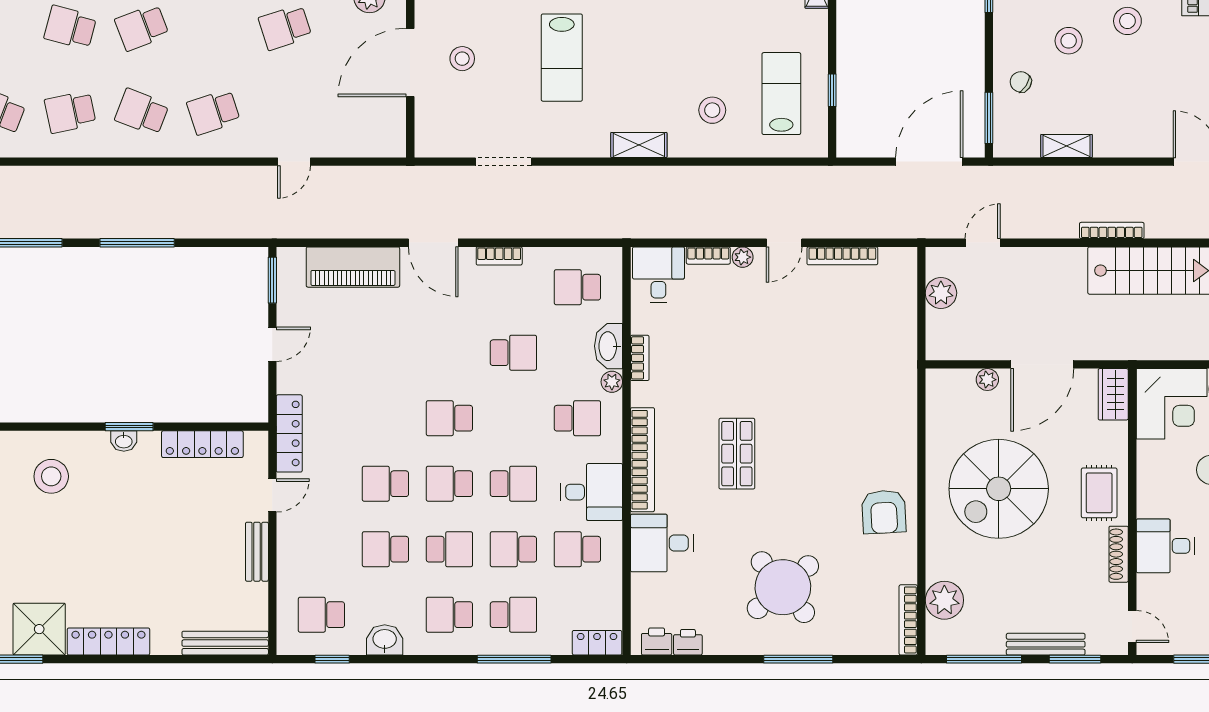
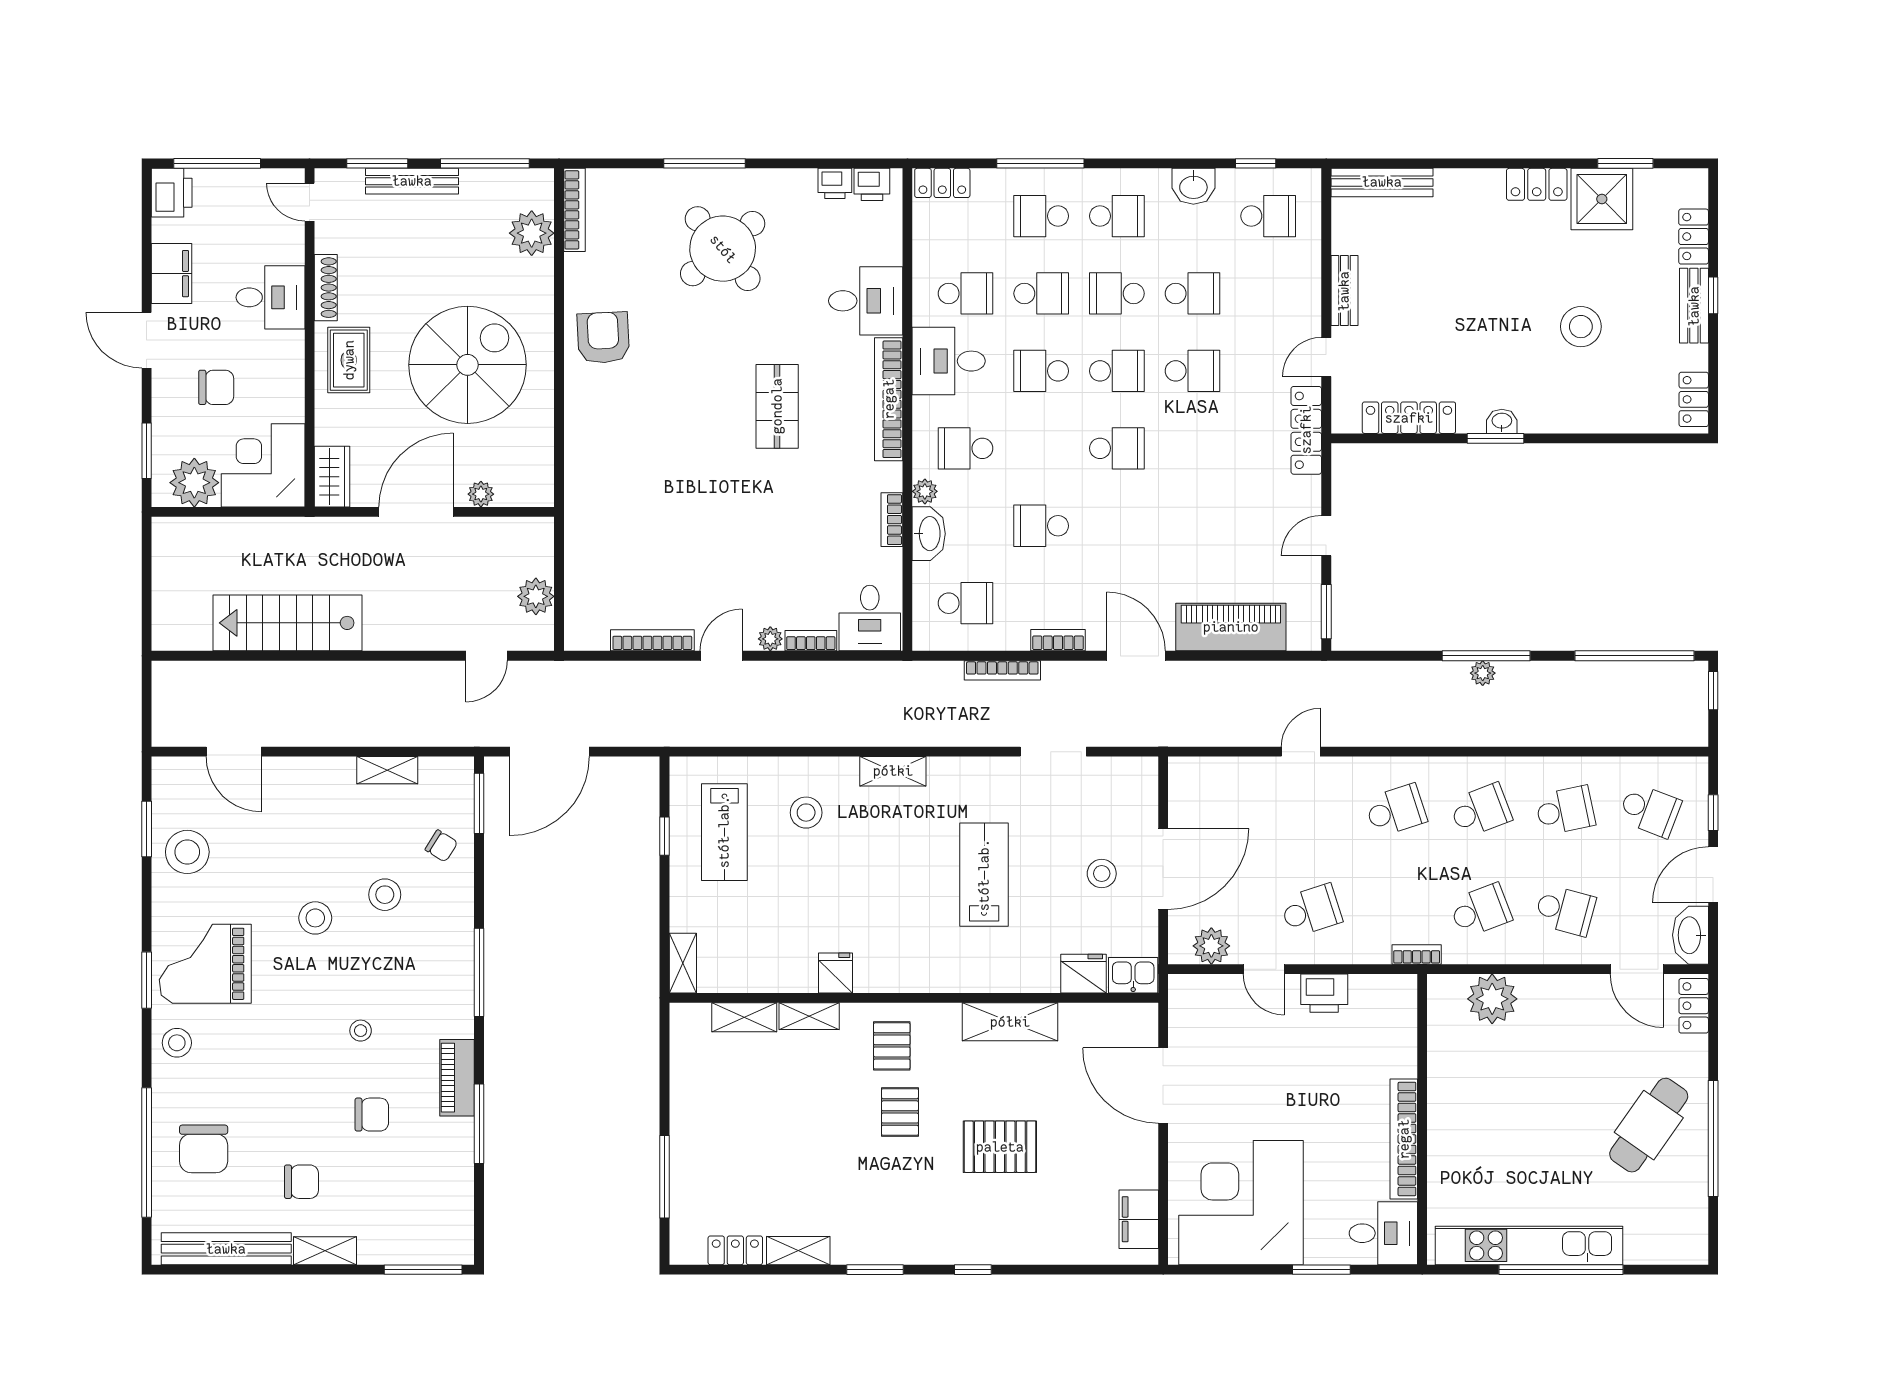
school desk: (142, 112) -> (1480, 810), turned -42
plant: (140, 228) -> (1483, 673), added
bookcase: (1112, 230) -> (1002, 670), moved
stool: (51, 476) -> (1581, 327), moved
locker: (108, 642) -> (1537, 184), width x0.66

